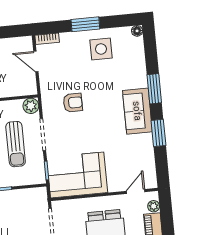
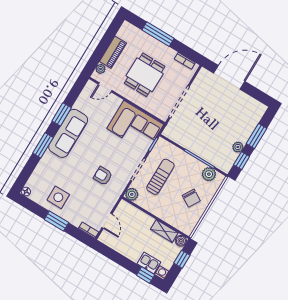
sofa: (137, 111) -> (68, 133), width x1.36

